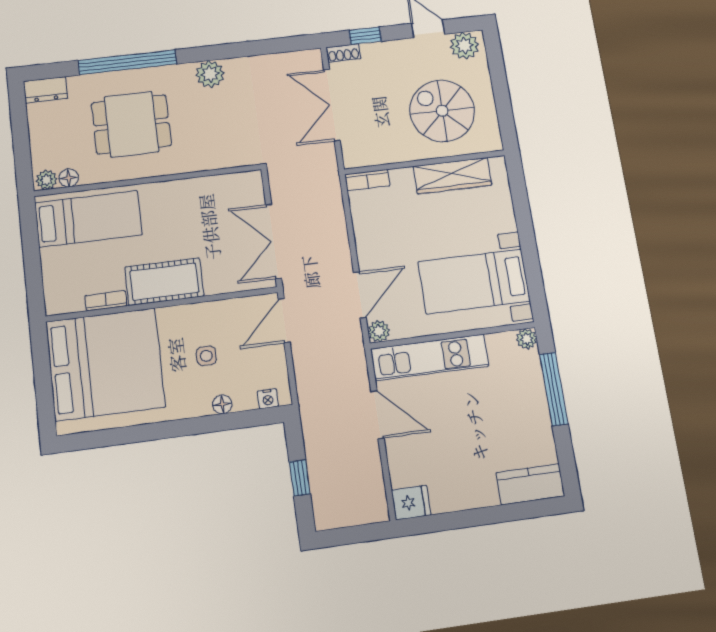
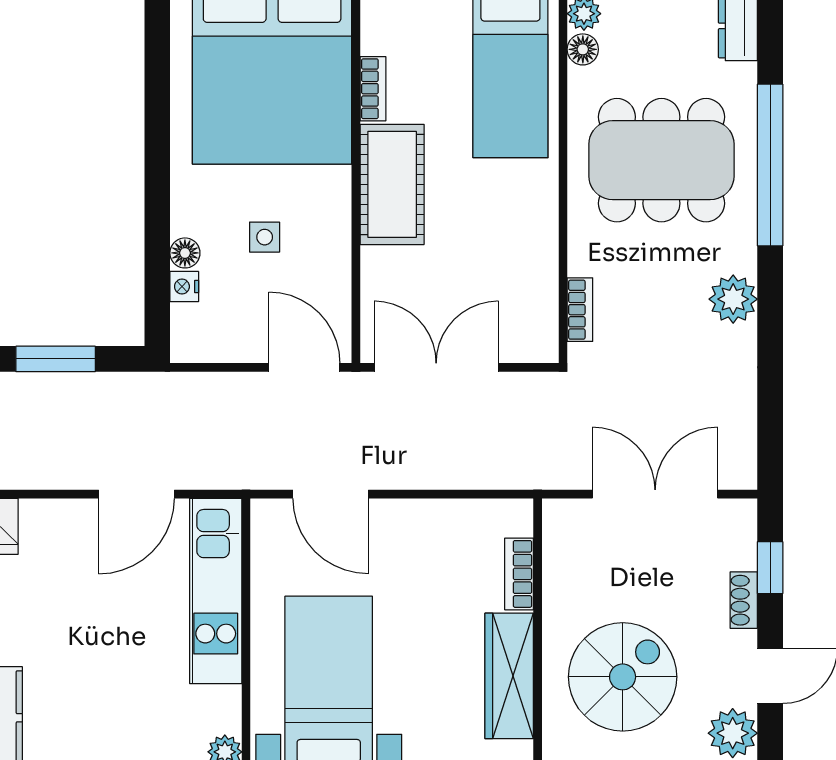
shoe rack: (343, 53) -> (744, 600), moved
dining table: (131, 124) -> (661, 160), width x1.38
bookcase: (227, 161) -> (580, 310), added
bookcase: (367, 180) -> (519, 574), moved
plant: (379, 331) -> (268, 516), removed
nightstand: (268, 399) -> (184, 287), moved
window: (300, 478) -> (56, 359), width x1.50

